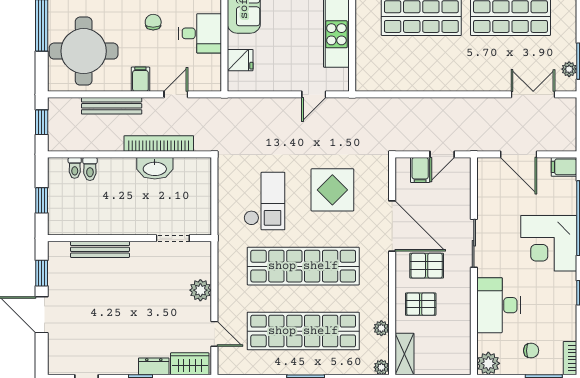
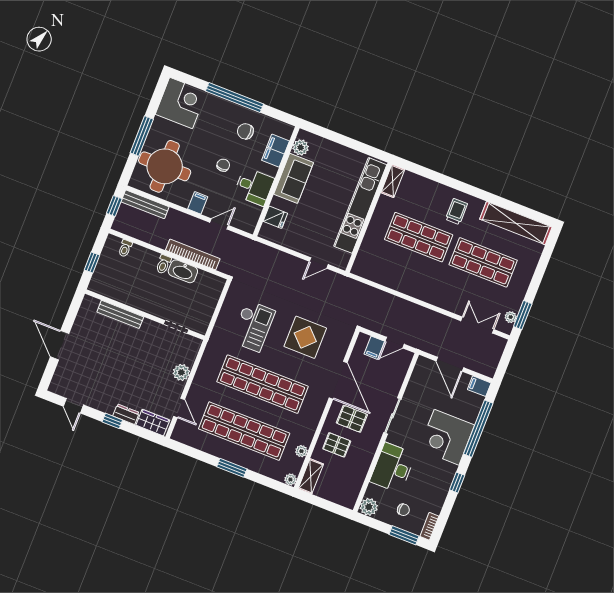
bench: (112, 106) -> (145, 204), moved
toilet: (90, 169) -> (163, 264), moved
window: (42, 273) -> (71, 315), removed

